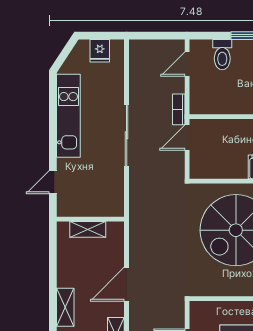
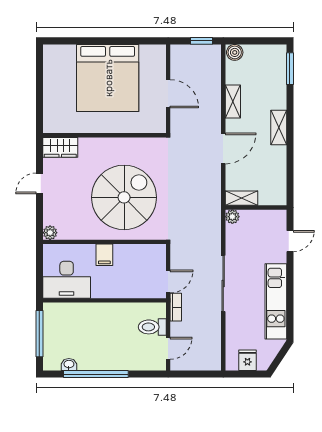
toilet: (222, 55) -> (152, 327), moved, turned -90
plant: (116, 209) -> (232, 217), added
shelving: (88, 229) -> (241, 198), moved

